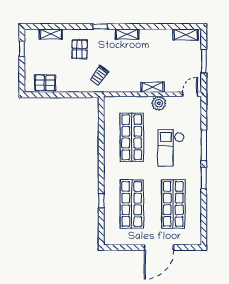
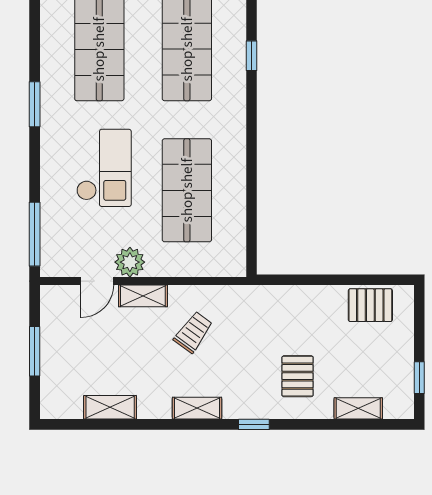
shelving: (186, 35) -> (110, 407), moved
trolley: (99, 75) -> (193, 332), moved
door: (190, 94) -> (97, 281), moved
window: (204, 145) -> (35, 234), moved

